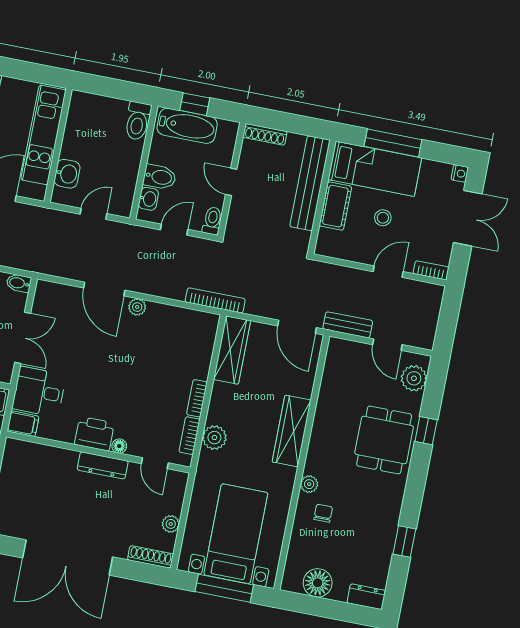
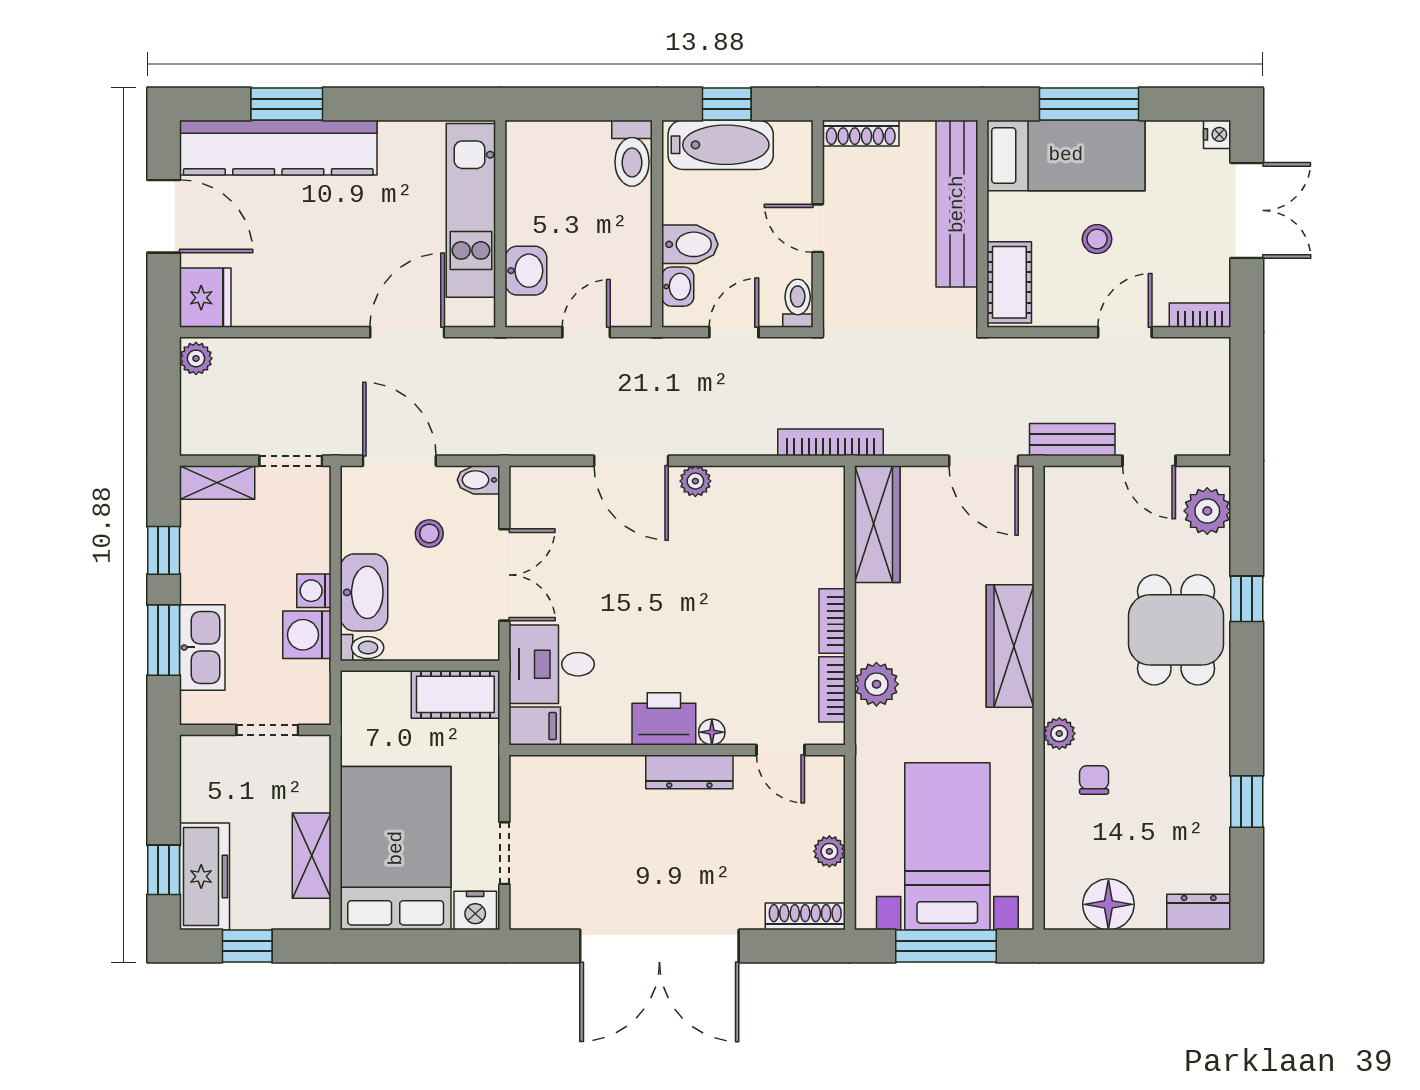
cot: (335, 206) -> (1009, 282), moved

